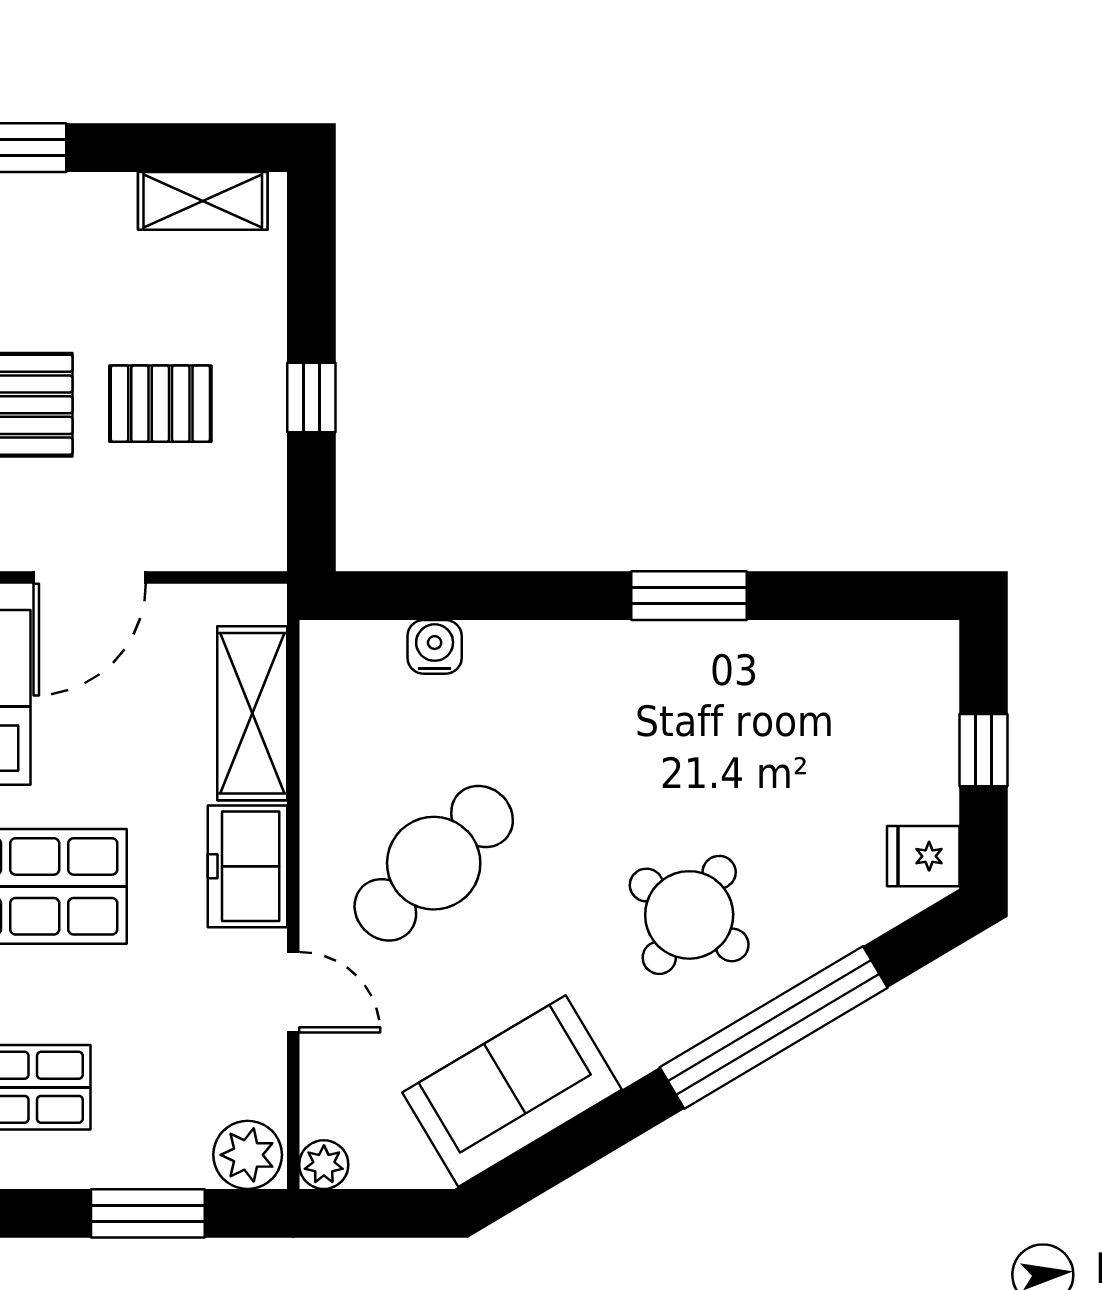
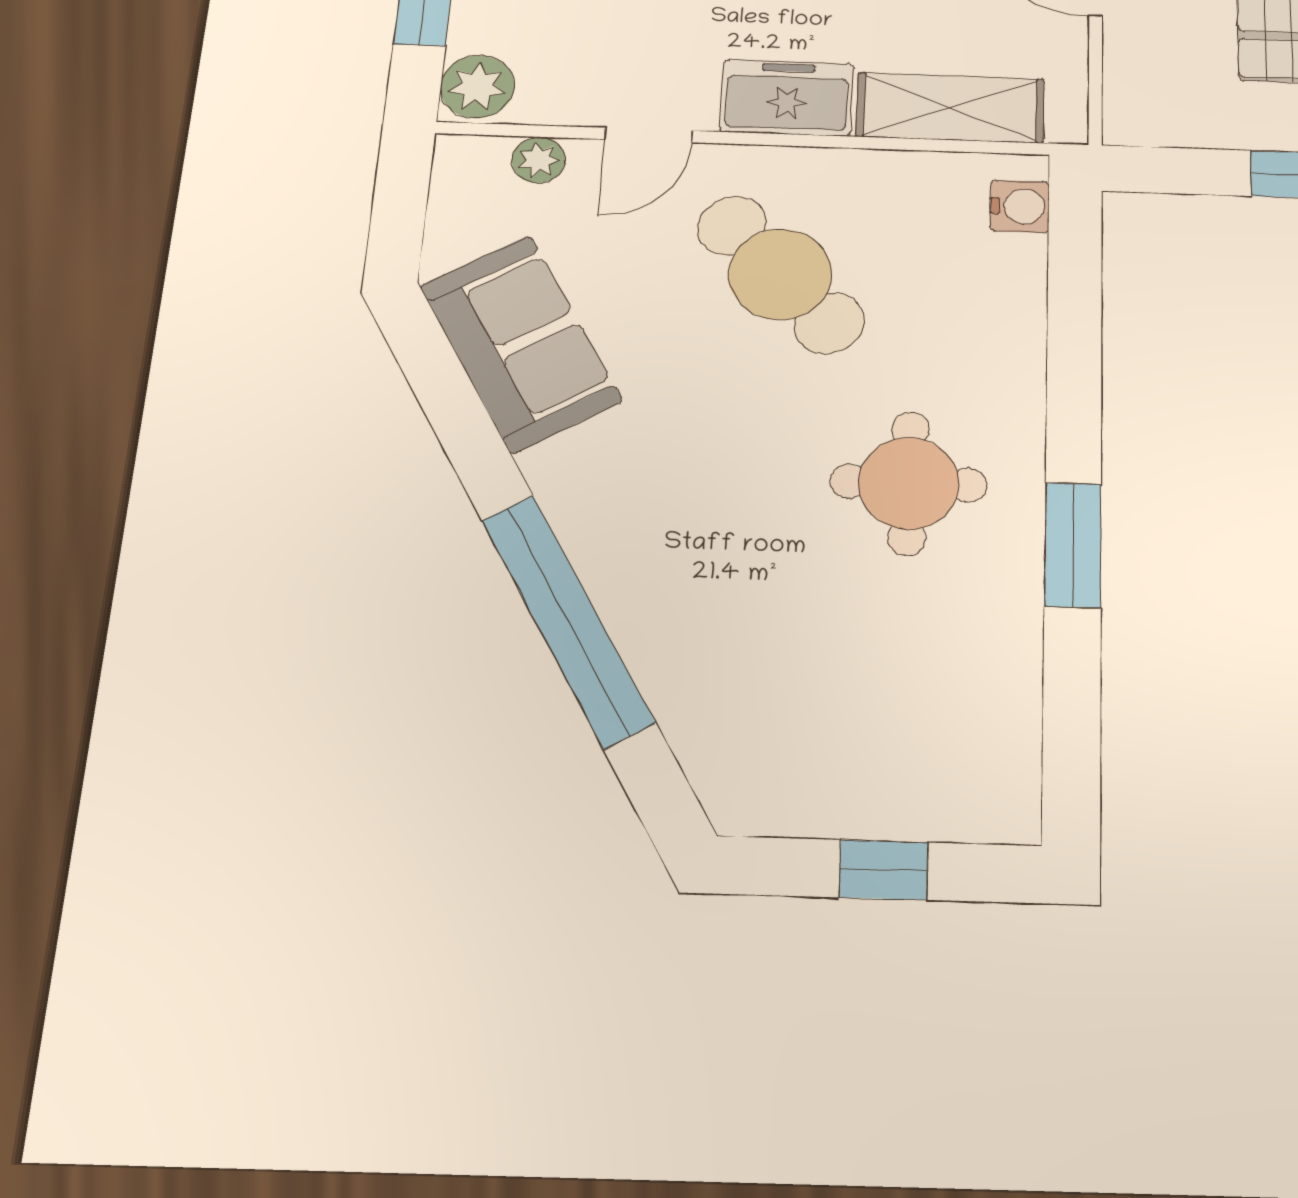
water cooler: (435, 647) -> (1020, 206), moved
fridge: (923, 856) -> (759, 795), removed
round table: (689, 915) -> (909, 483), moved, turned -35
plant: (324, 1165) -> (539, 160), moved

